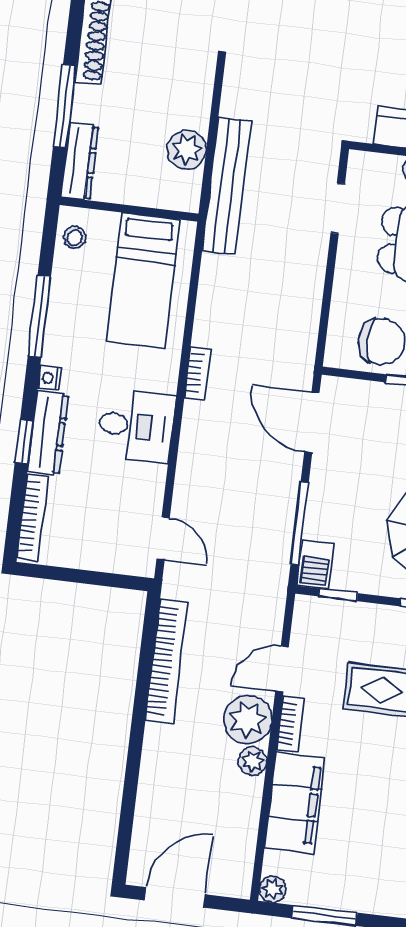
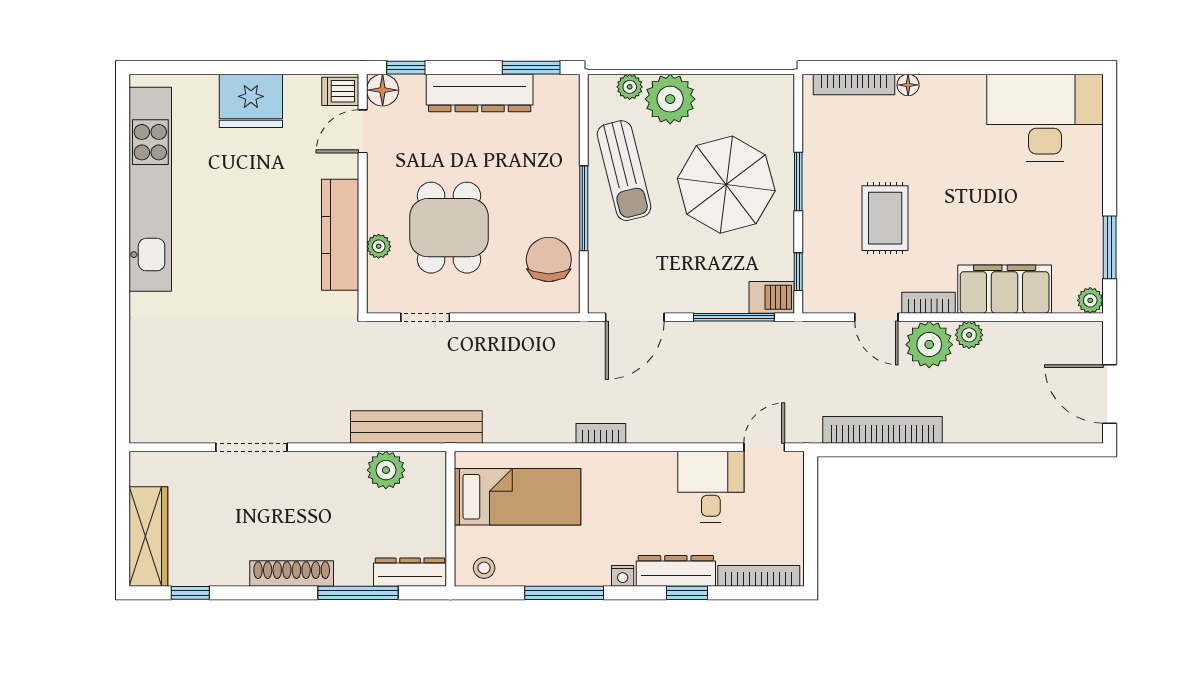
desk: (136, 426) -> (711, 487), moved

